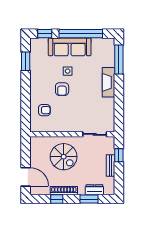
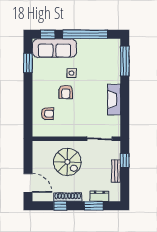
sofa: (70, 47) -> (54, 48), moved
fireplace: (109, 82) -> (114, 100), moved

